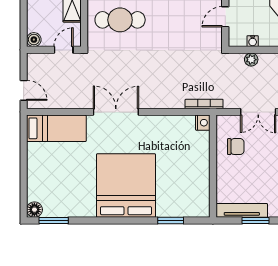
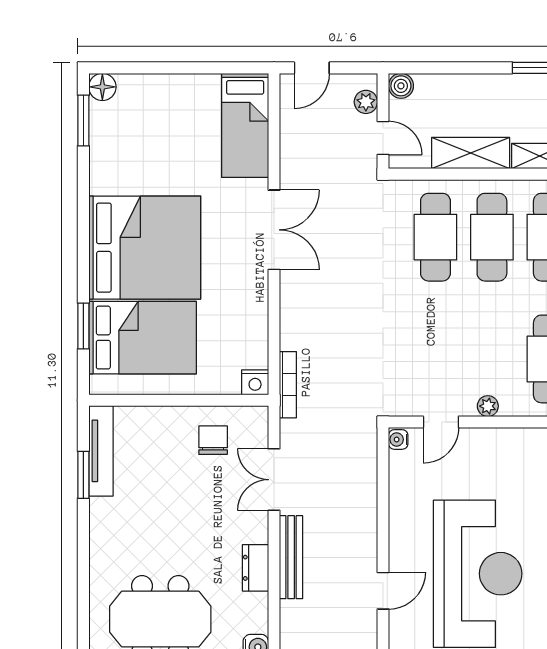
door: (225, 17) -> (441, 422), swing flipped
water cooler: (253, 41) -> (398, 439), moved
plant: (251, 60) -> (366, 102), moved
chair: (236, 147) -> (213, 440), turned 180
bed: (177, 187) -> (143, 338), added

